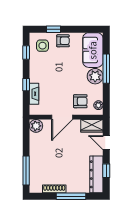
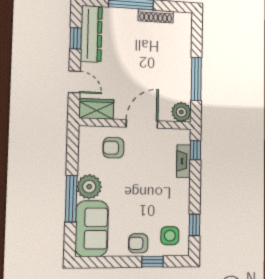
window: (26, 85) -> (195, 150), moved
plant: (98, 105) -> (85, 141), removed
window: (26, 171) -> (196, 79), moved

